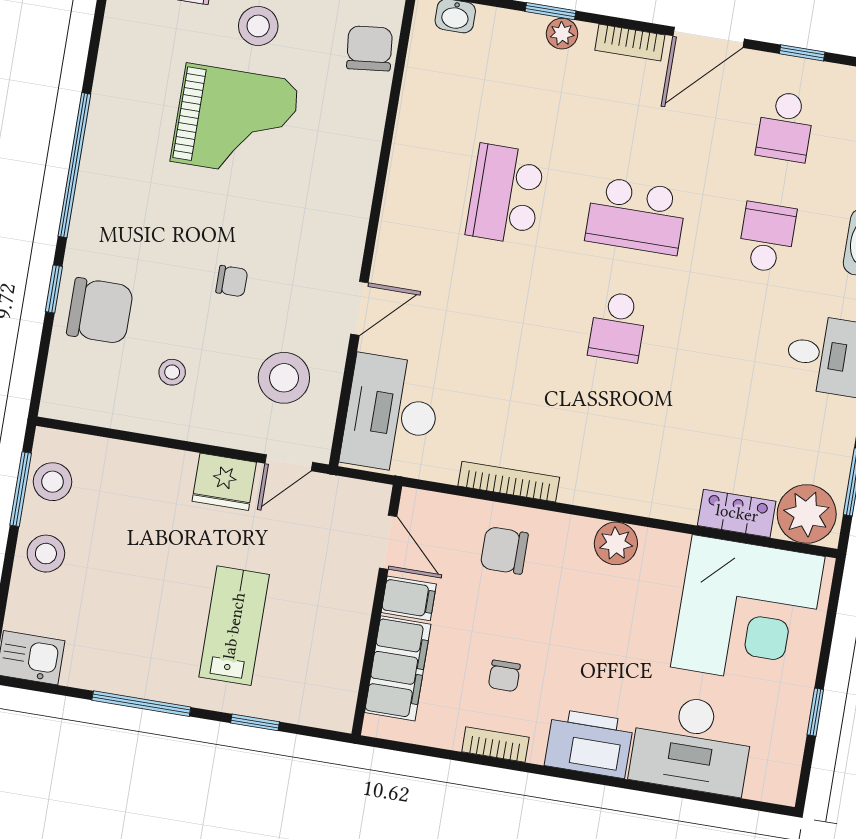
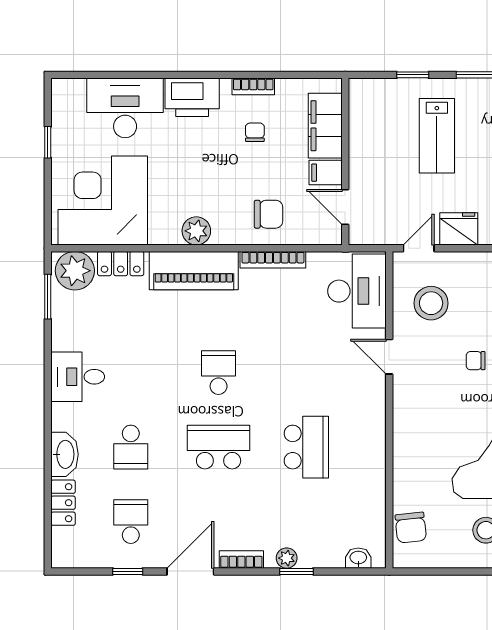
door: (359, 308) -> (389, 357), hinge flipped
piano: (629, 485) -> (194, 271), added

